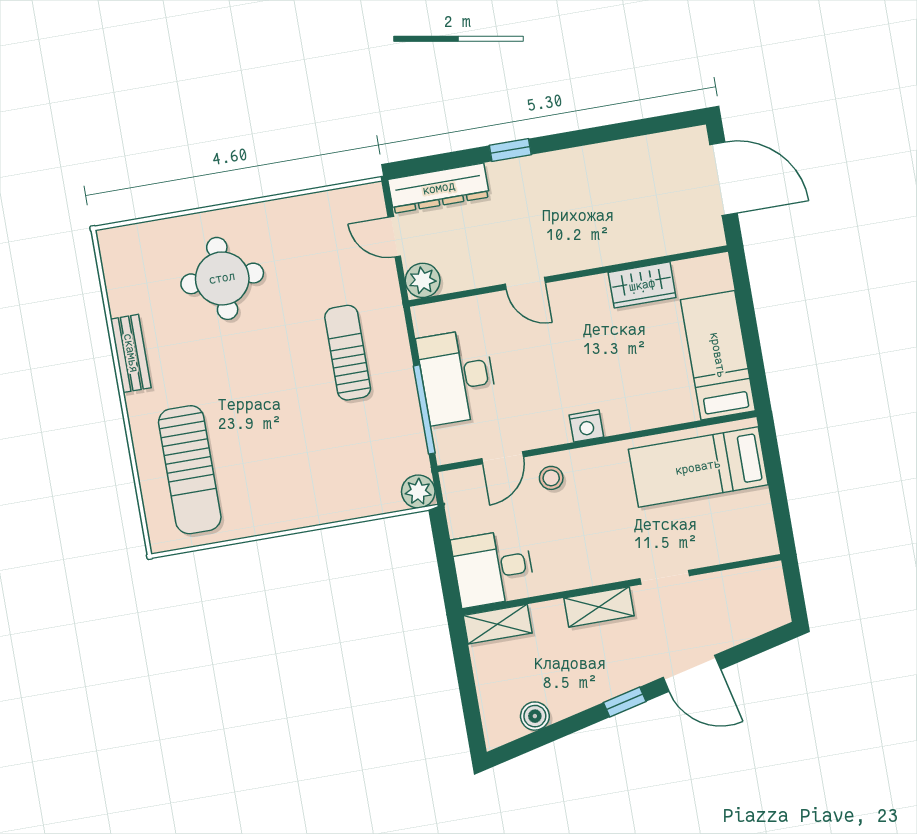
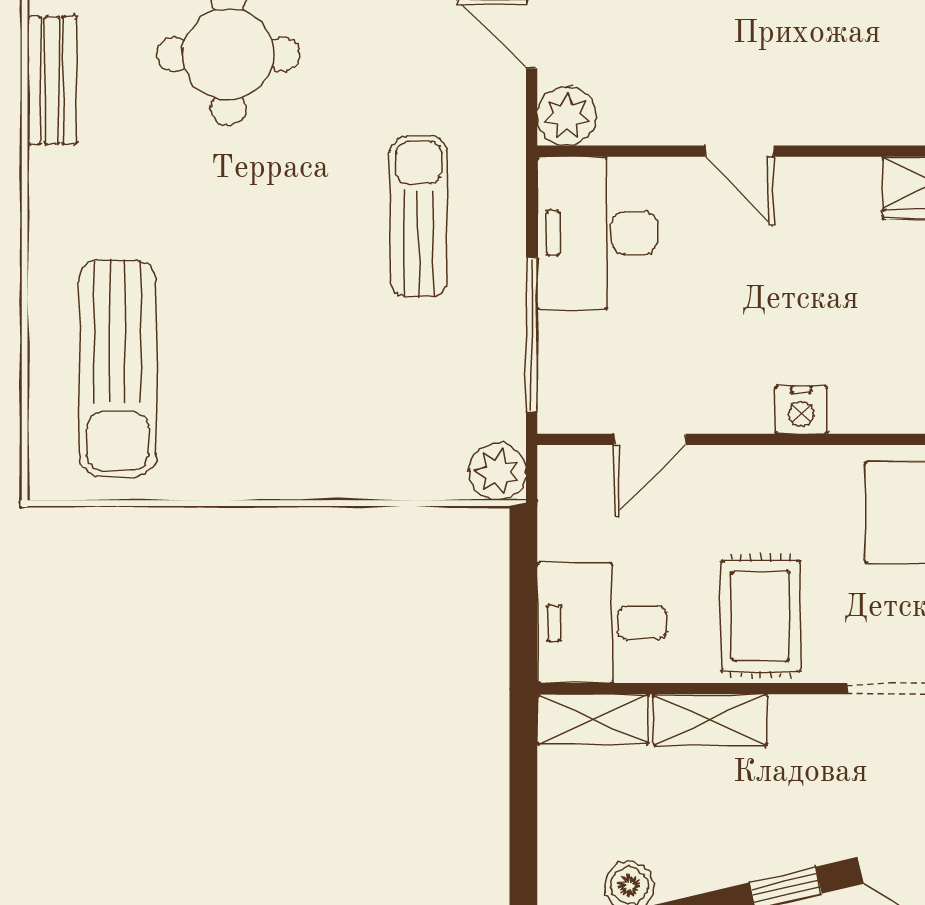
bench: (131, 353) -> (52, 80), moved
desk: (457, 377) -> (597, 233), moved
stool: (551, 478) -> (726, 488), removed
rug: (583, 548) -> (761, 616), added
shelving: (599, 607) -> (710, 720), moved

